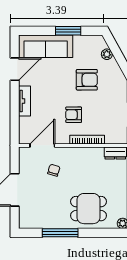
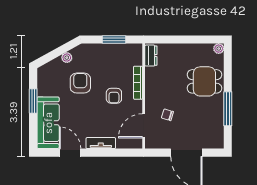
plant: (107, 54) -> (67, 58), moved
door: (42, 145) -> (144, 126), hinge flipped
dining table: (88, 209) -> (204, 81), turned 90

